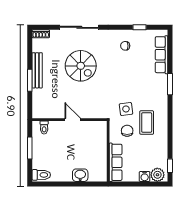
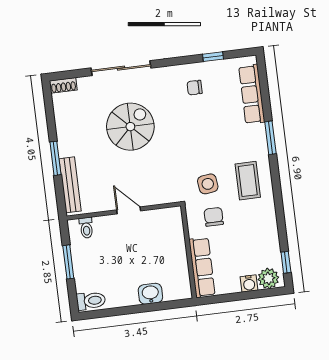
spiral stairs: (81, 66) -> (130, 127), turned -90
bench: (37, 70) -> (70, 185), moved
coffee table: (147, 123) -> (248, 181), moved

